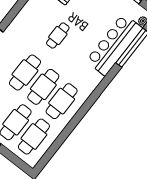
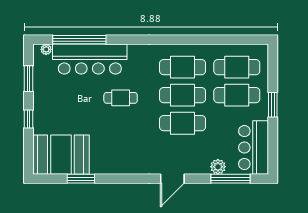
cafe table: (58, 36) -> (121, 98), moved

